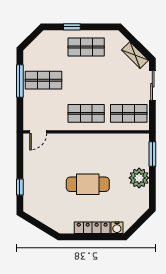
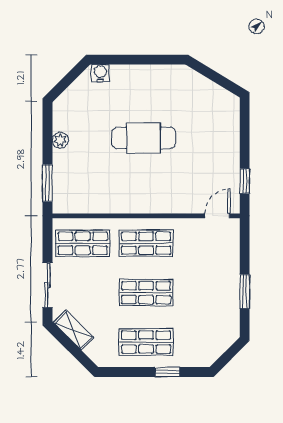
shop shelf: (44, 80) -> (146, 293), moved
window: (20, 81) -> (245, 291), width x0.69
plant: (139, 178) -> (60, 140), width x0.53, depth x0.53
window: (20, 187) -> (245, 181), moved
locker: (92, 228) -> (137, 73), removed

